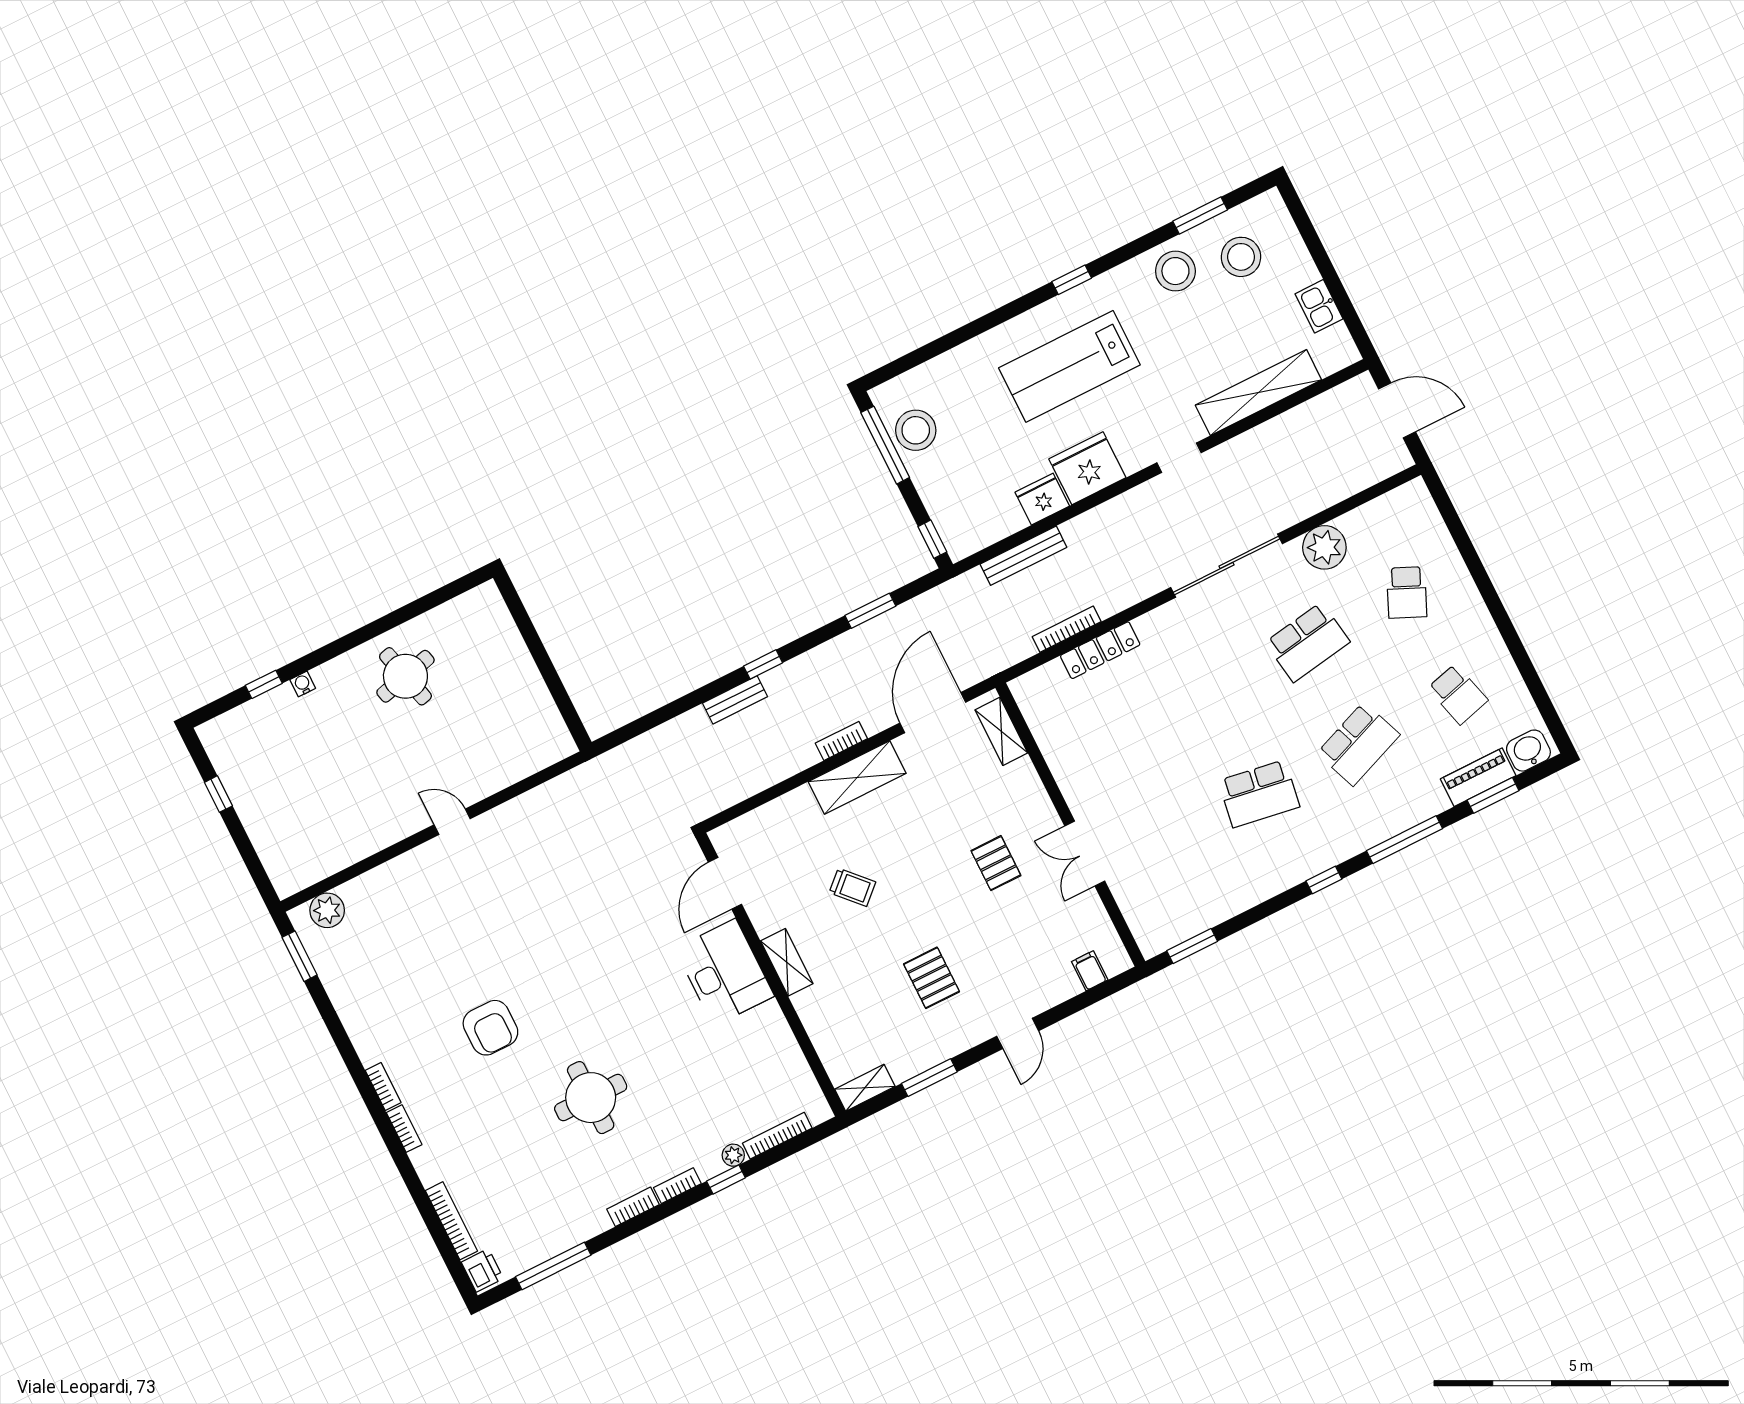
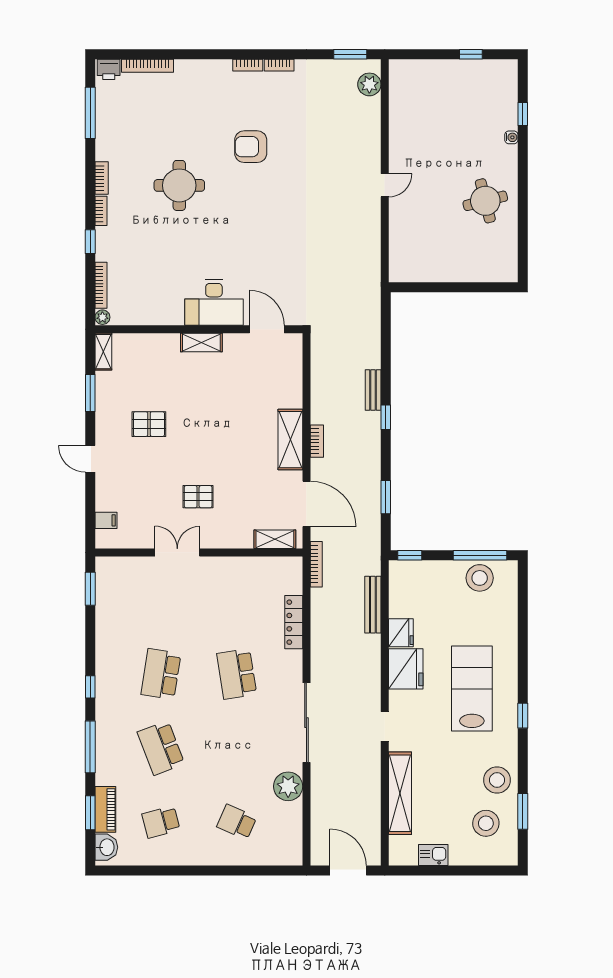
door: (1397, 410) -> (348, 870), swing flipped
bookcase: (1067, 629) -> (316, 564), moved
school desk: (1307, 642) -> (237, 674), moved
trolley: (852, 887) -> (226, 404), removed
bookcase: (404, 1129) -> (279, 65), moved
plant: (733, 1155) -> (102, 317), moved

